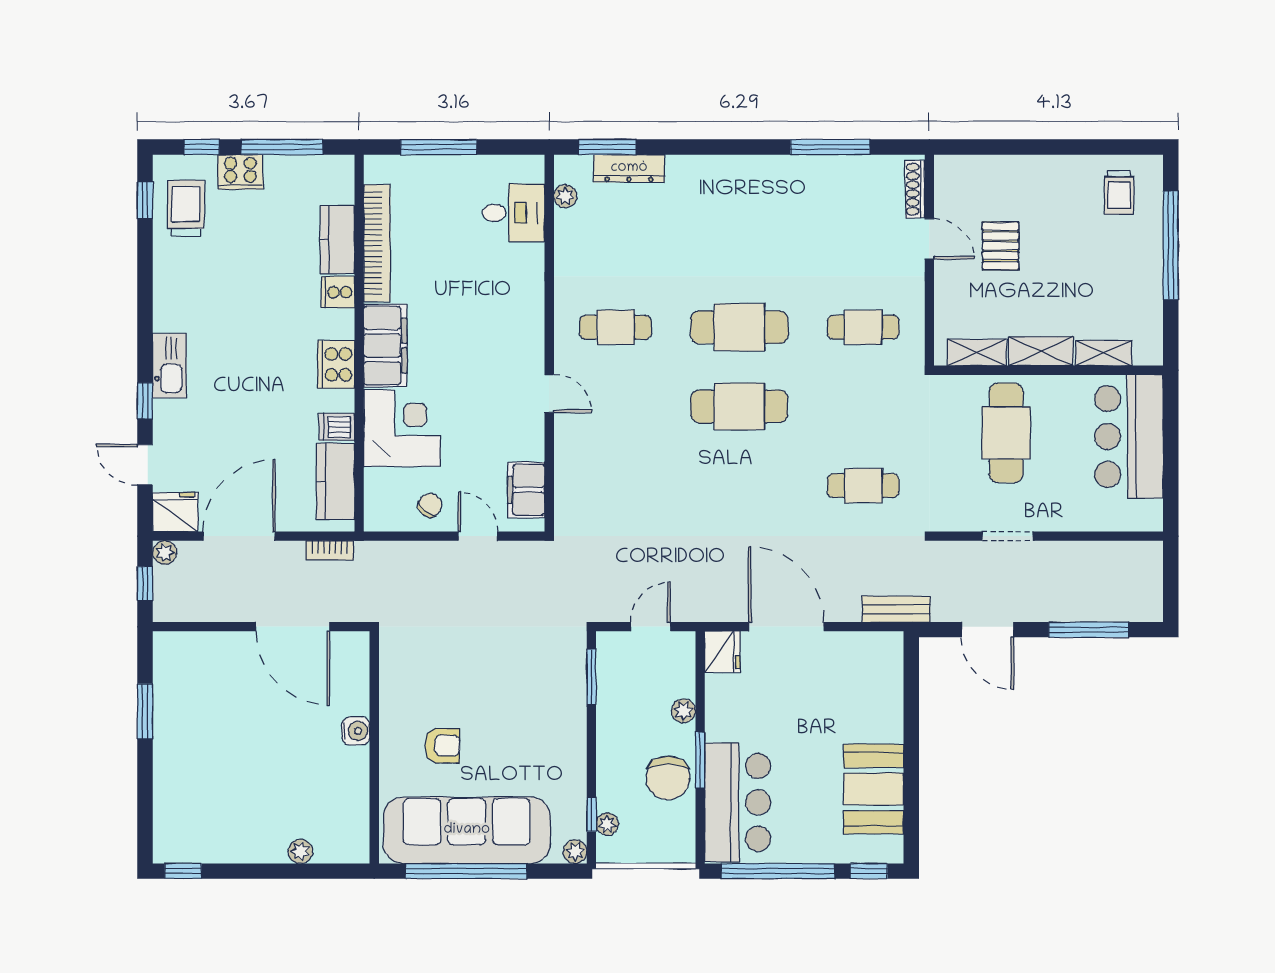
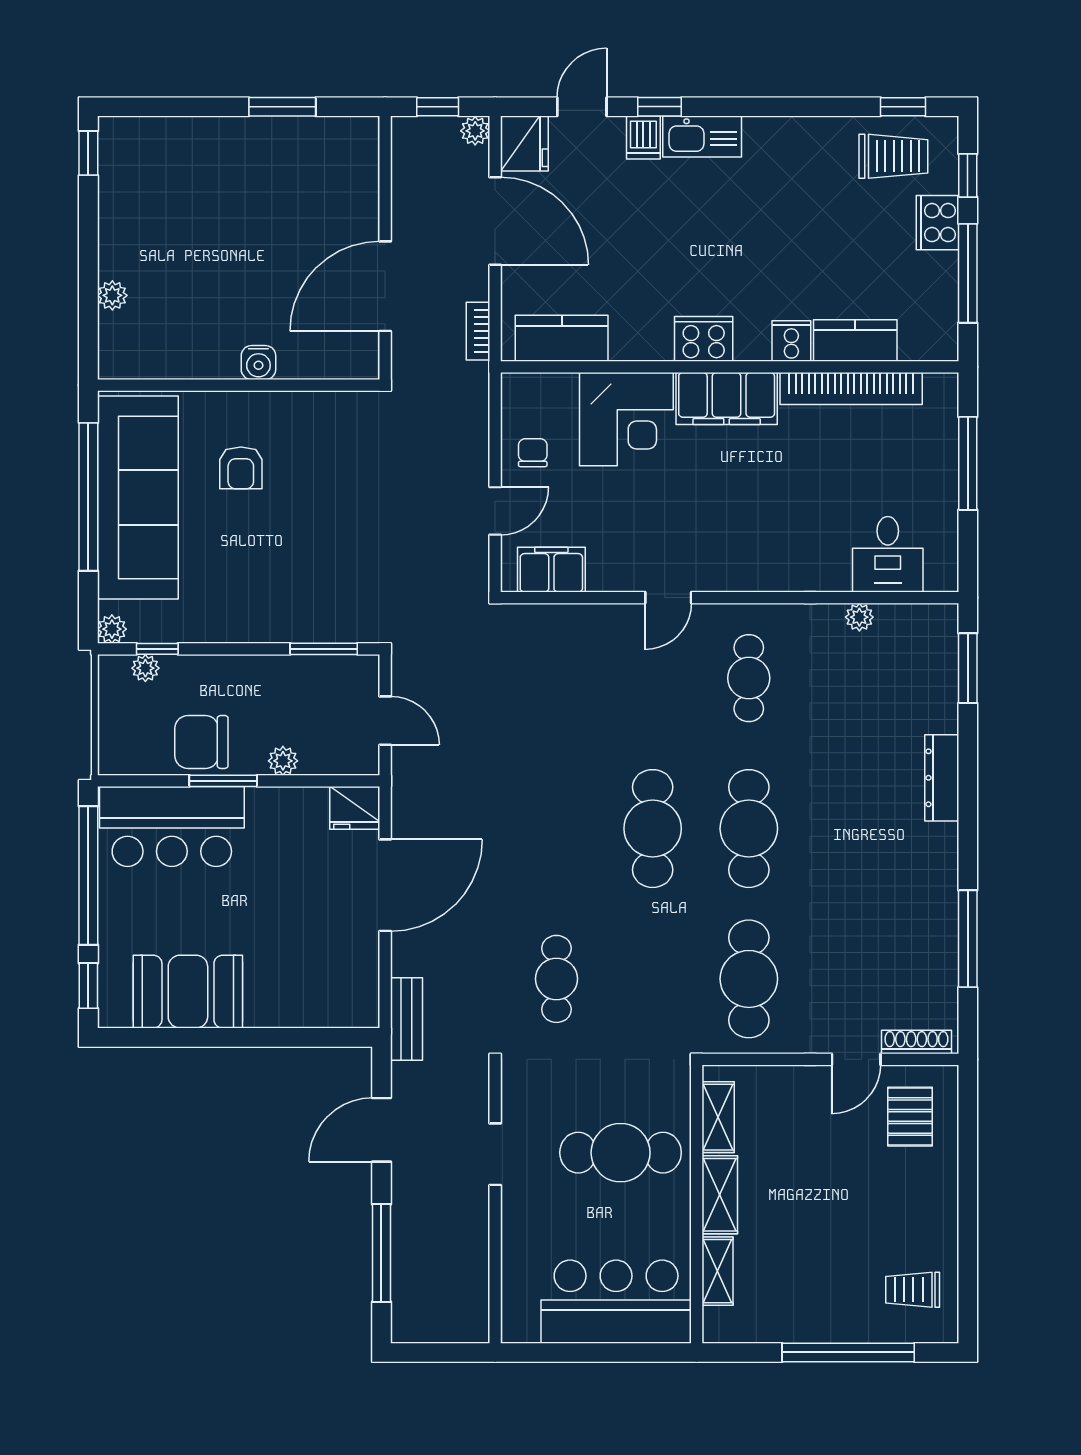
dresser: (629, 168) -> (942, 778), moved
plant: (565, 196) -> (859, 617), moved
pallet: (1000, 246) -> (910, 1117), moved, turned 90
cafe table: (863, 327) -> (749, 979), width x1.37, depth x1.35
dishwasher: (337, 427) -> (643, 137), moved, turned 180
chair: (430, 505) -> (533, 453), turned -128

